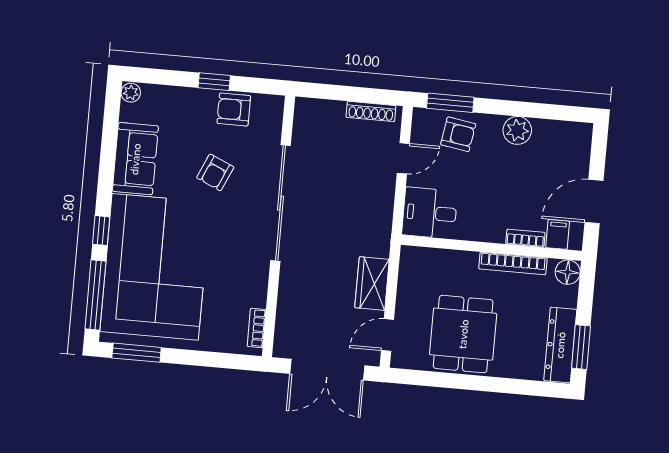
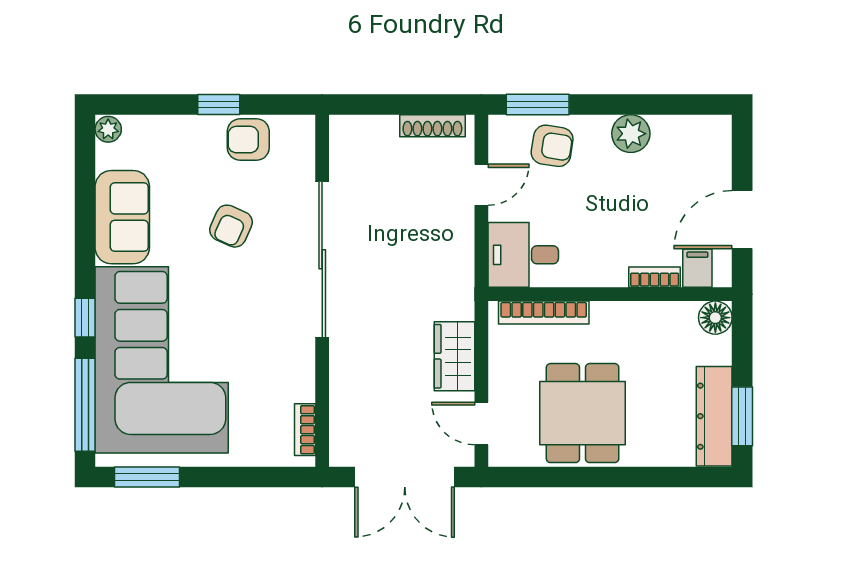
bookcase: (513, 263) -> (544, 313), moved
door: (388, 335) -> (481, 423), hinge flipped

